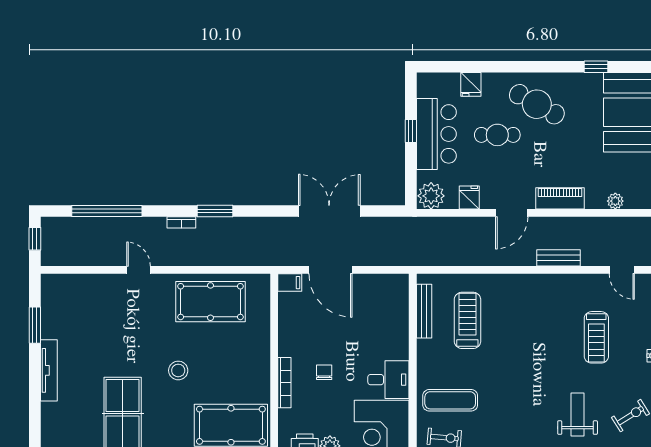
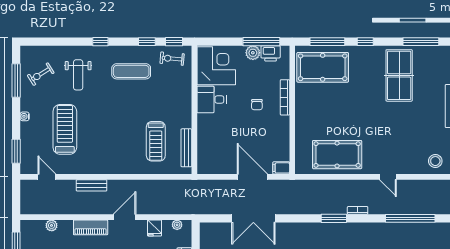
plant: (431, 196) -> (177, 225), width x0.53, depth x0.53
treadmill: (596, 337) -> (65, 129), width x1.37, depth x1.38
stool: (178, 370) -> (435, 161), moved
exercise mat: (450, 400) -> (131, 71), moved

